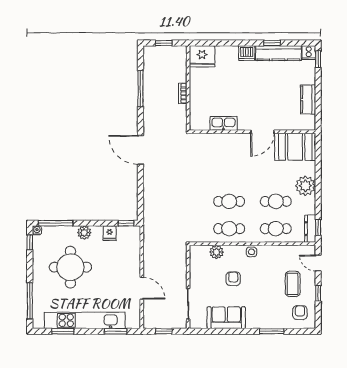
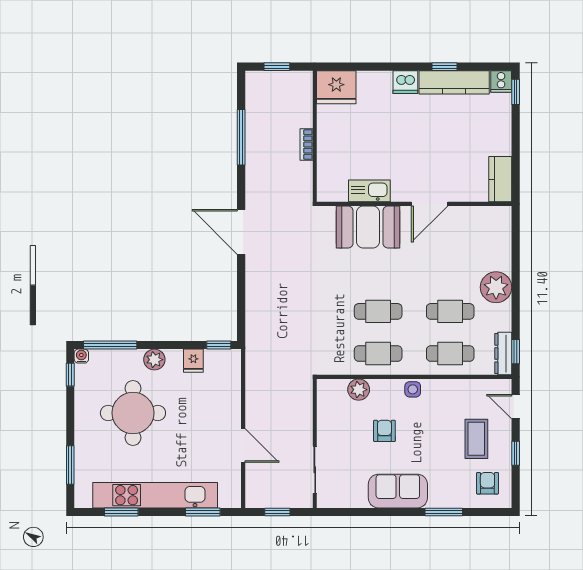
kitchen counter: (308, 100) -> (500, 179), moved
booth: (295, 147) -> (368, 227), moved
window: (30, 301) -> (70, 465), width x0.69
sofa: (226, 318) -> (398, 491), moved

